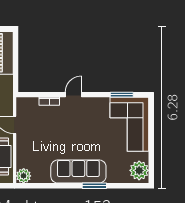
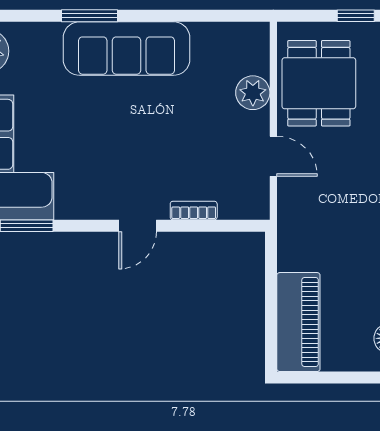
plant: (24, 176) -> (253, 93), moved

